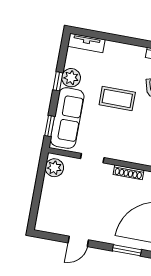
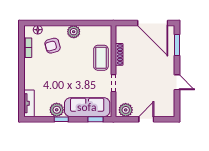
coffee table: (117, 98) -> (101, 58), moved
door: (37, 192) -> (146, 119), added

